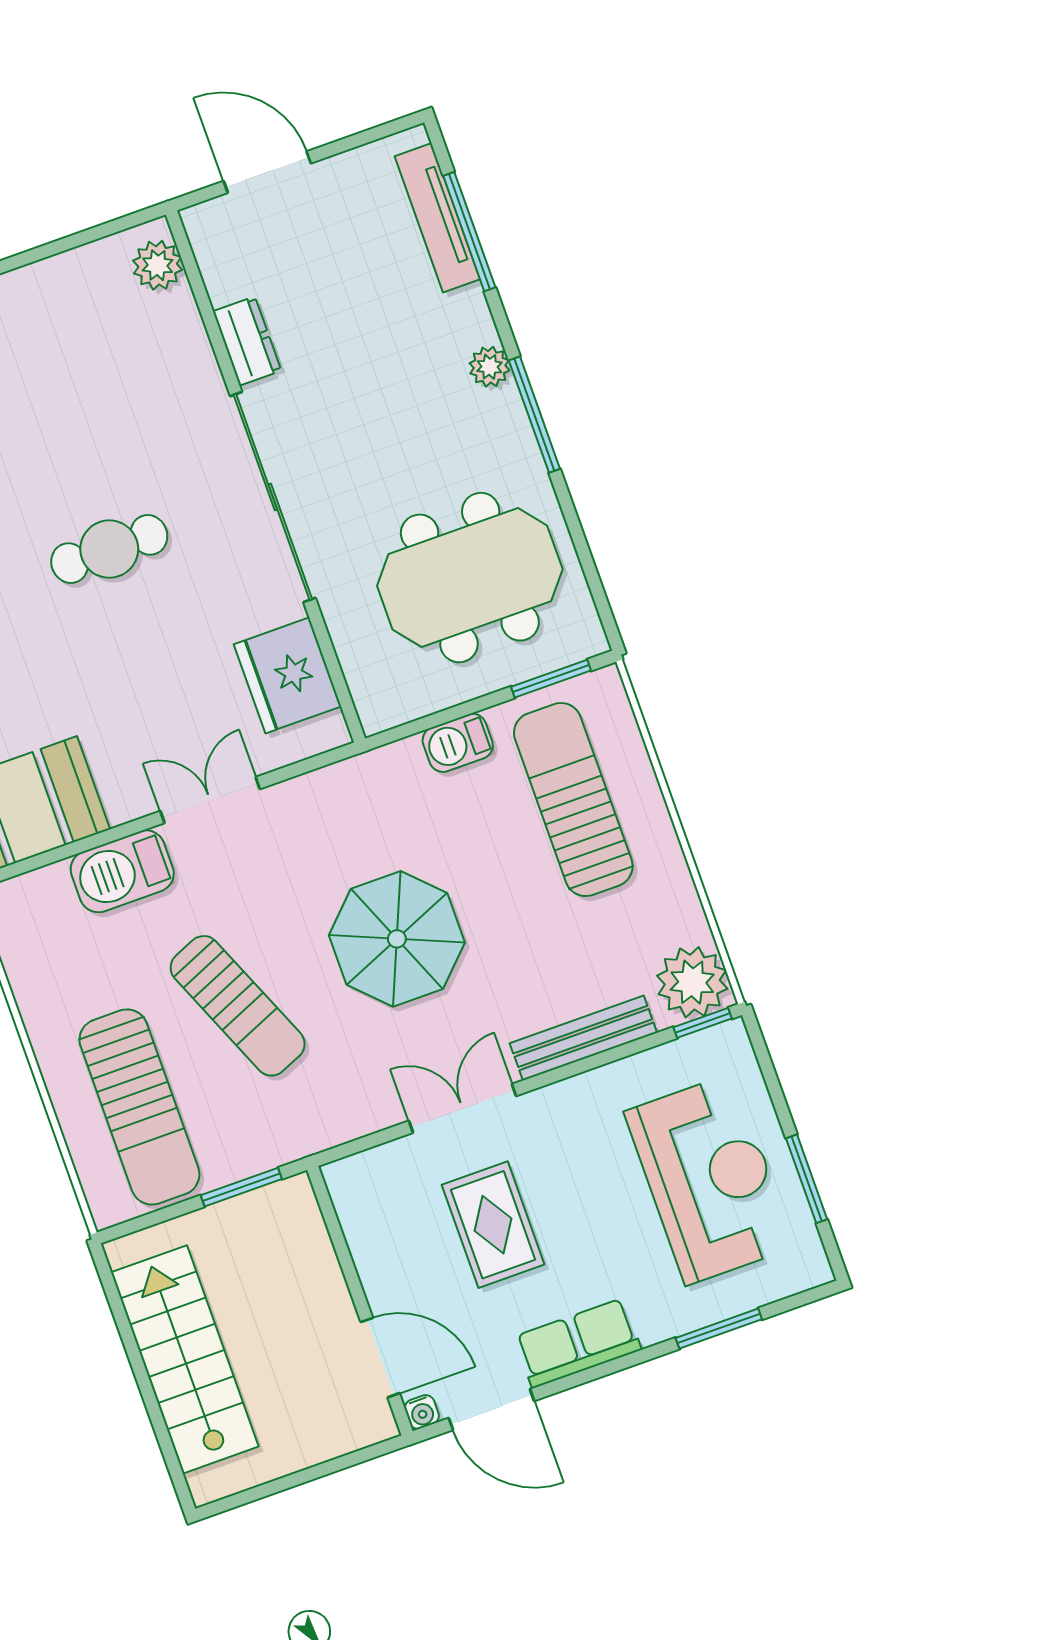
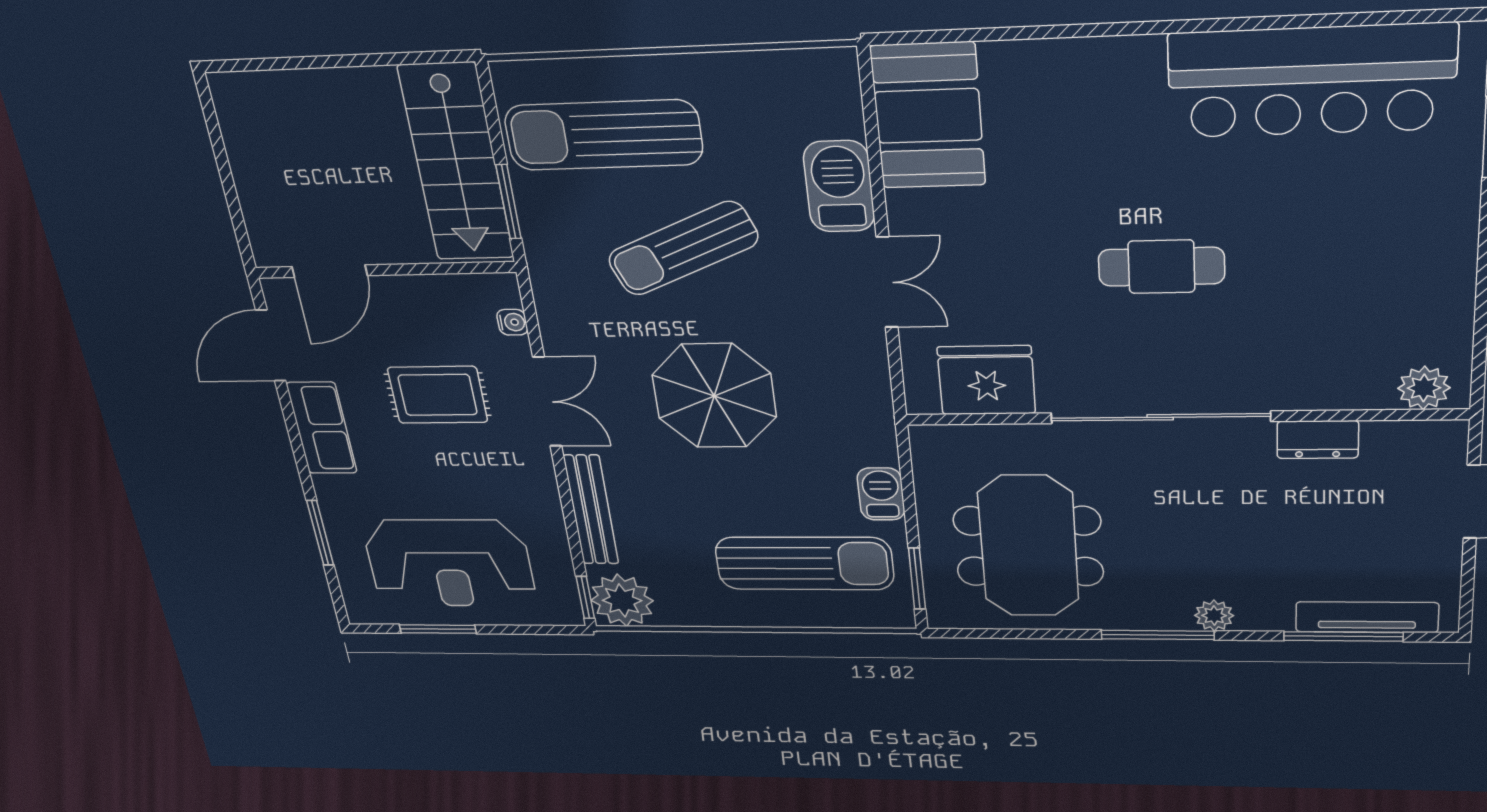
cafe table: (109, 549) -> (1161, 267), turned 90
stairs: (185, 1359) -> (456, 163), moved, turned 90
water cooler: (422, 1412) -> (512, 322), moved, turned 180

